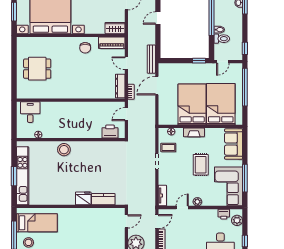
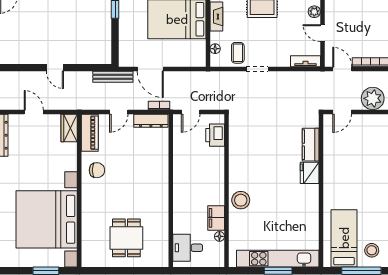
door: (126, 114) -> (191, 112), hinge flipped
filing cabinet: (51, 132) -> (216, 218), added
door: (126, 221) -> (342, 112), swing flipped

